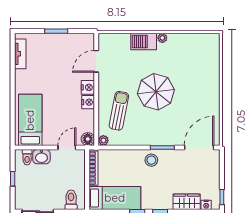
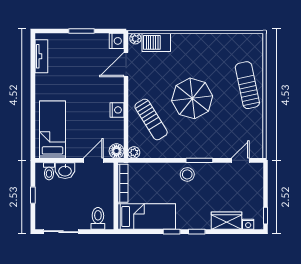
plant: (162, 38) -> (135, 39), moved
barbecue: (144, 41) -> (156, 42), moved
sun lounger: (205, 80) -> (247, 85), added
nightstand: (88, 87) -> (117, 41), moved
sun lounger: (119, 111) -> (151, 119), turned 137
door: (199, 148) -> (240, 160), width x0.53

